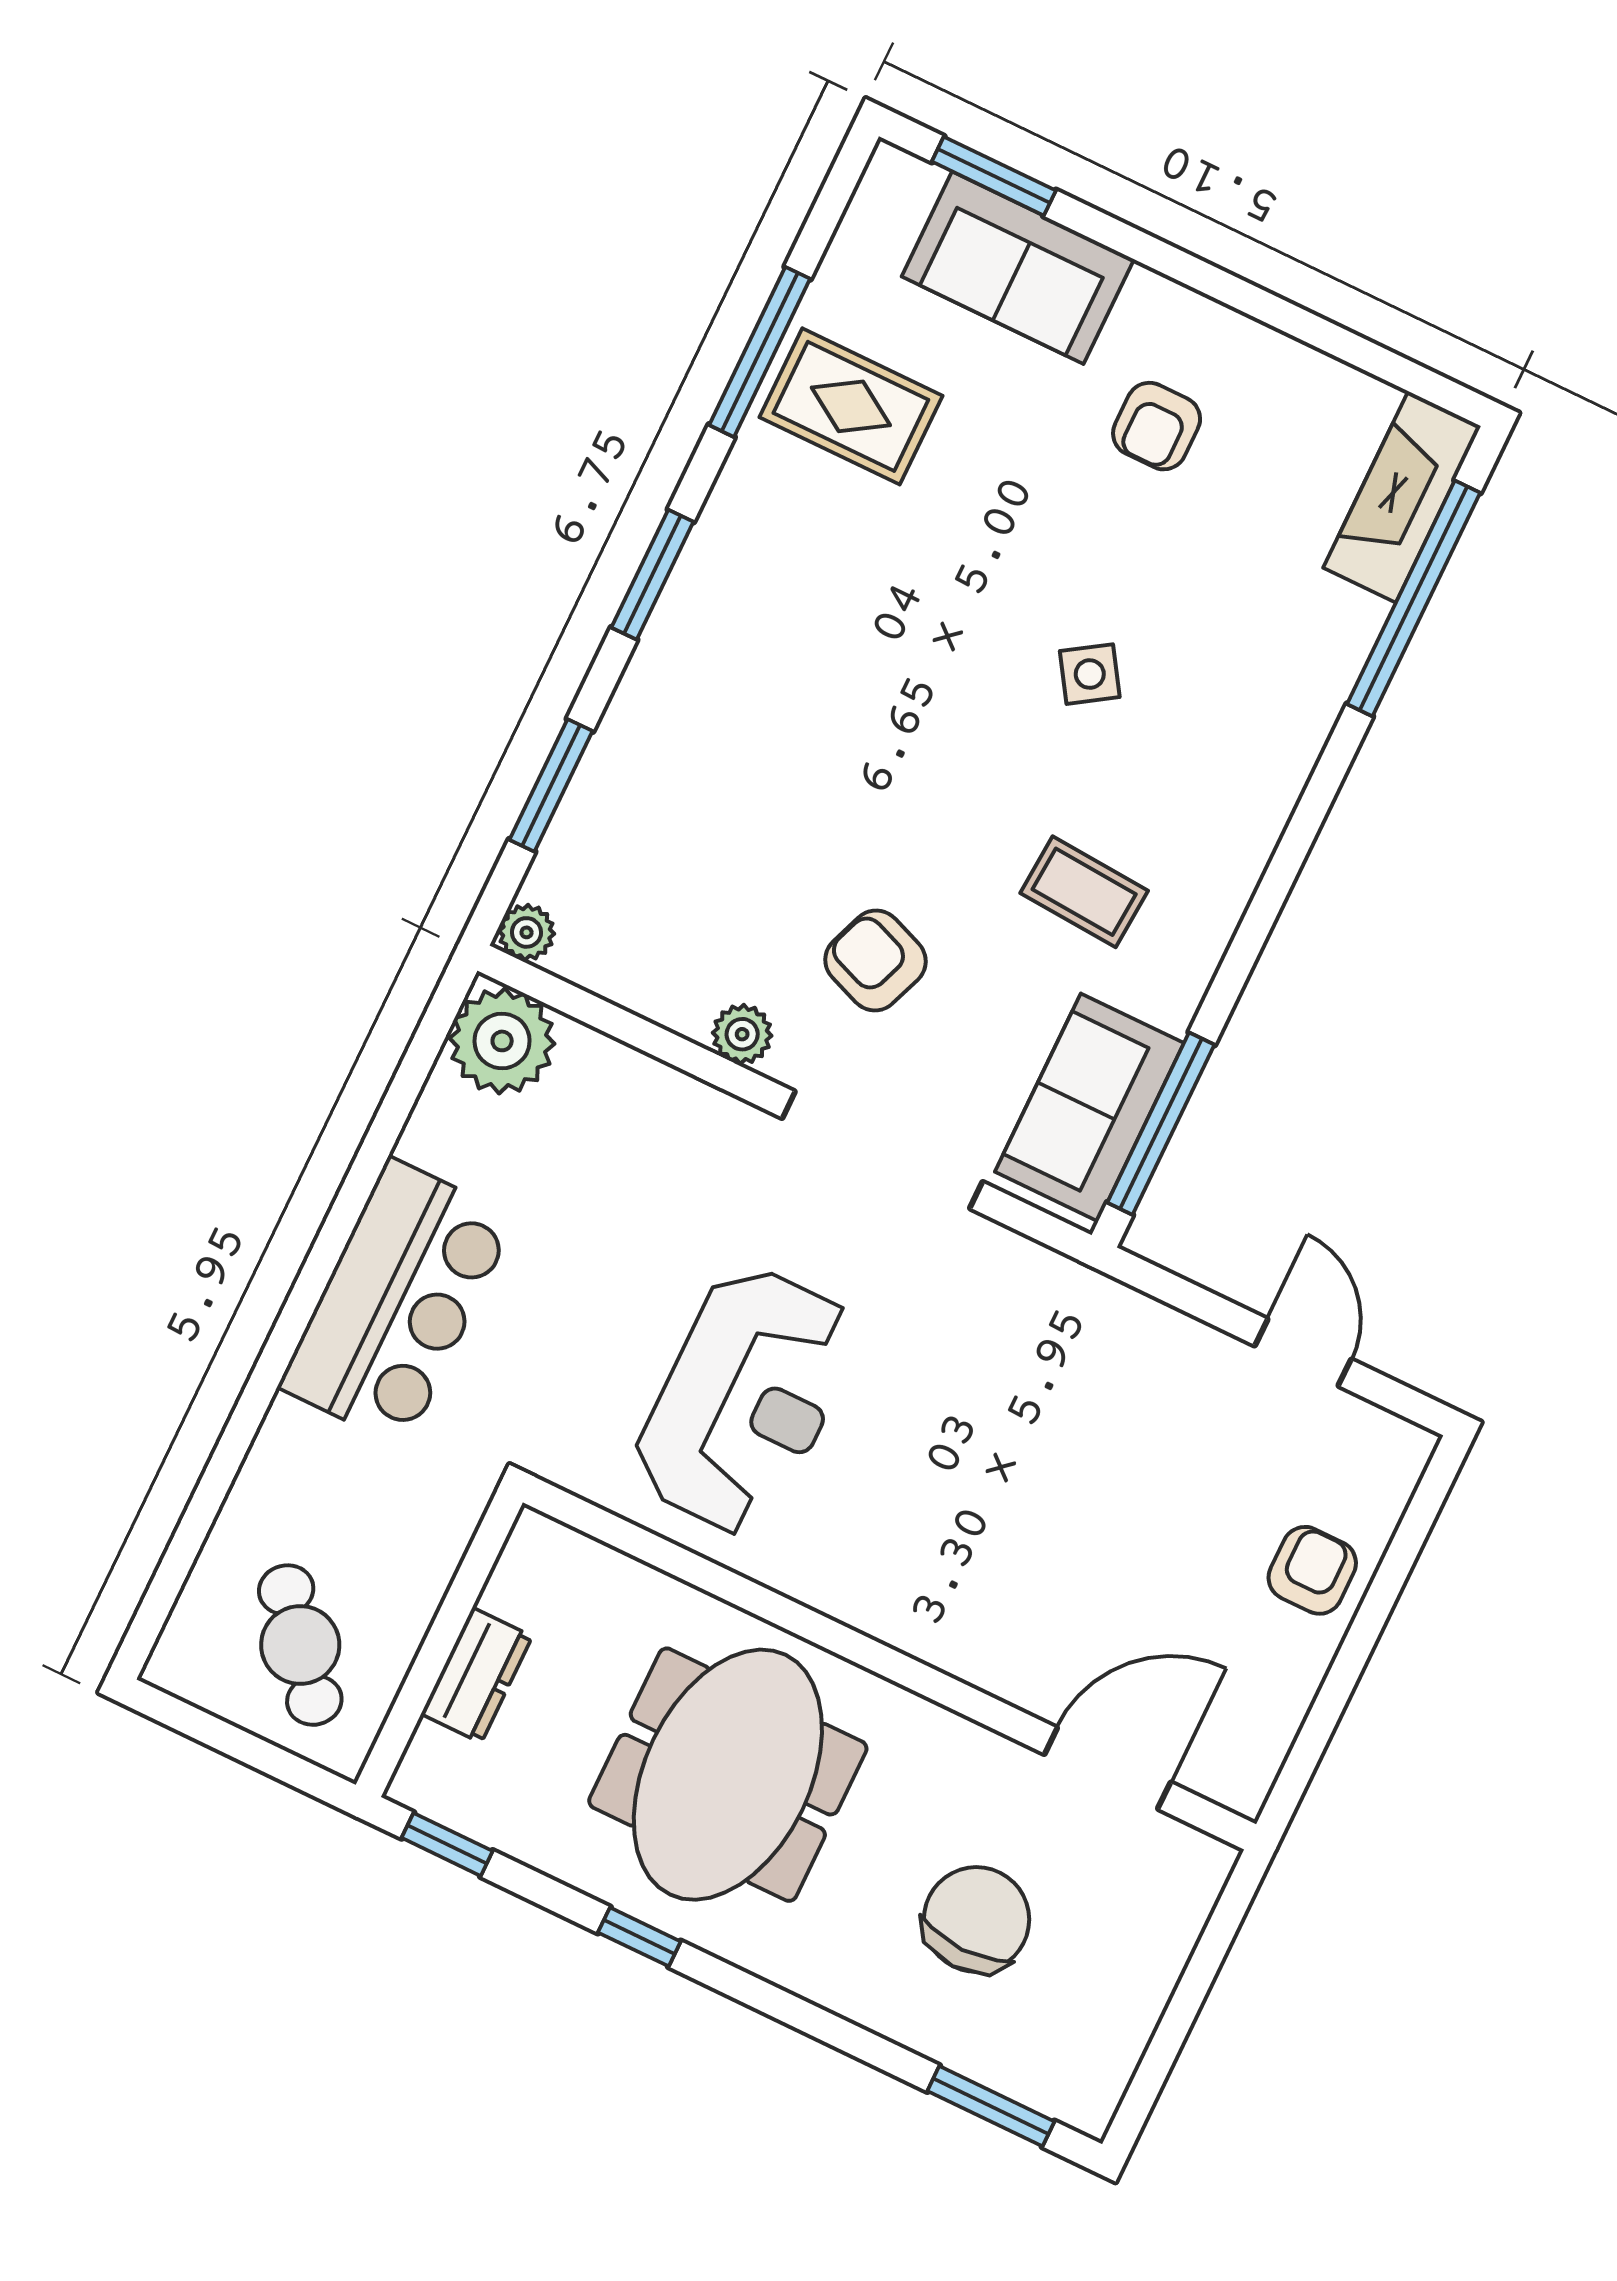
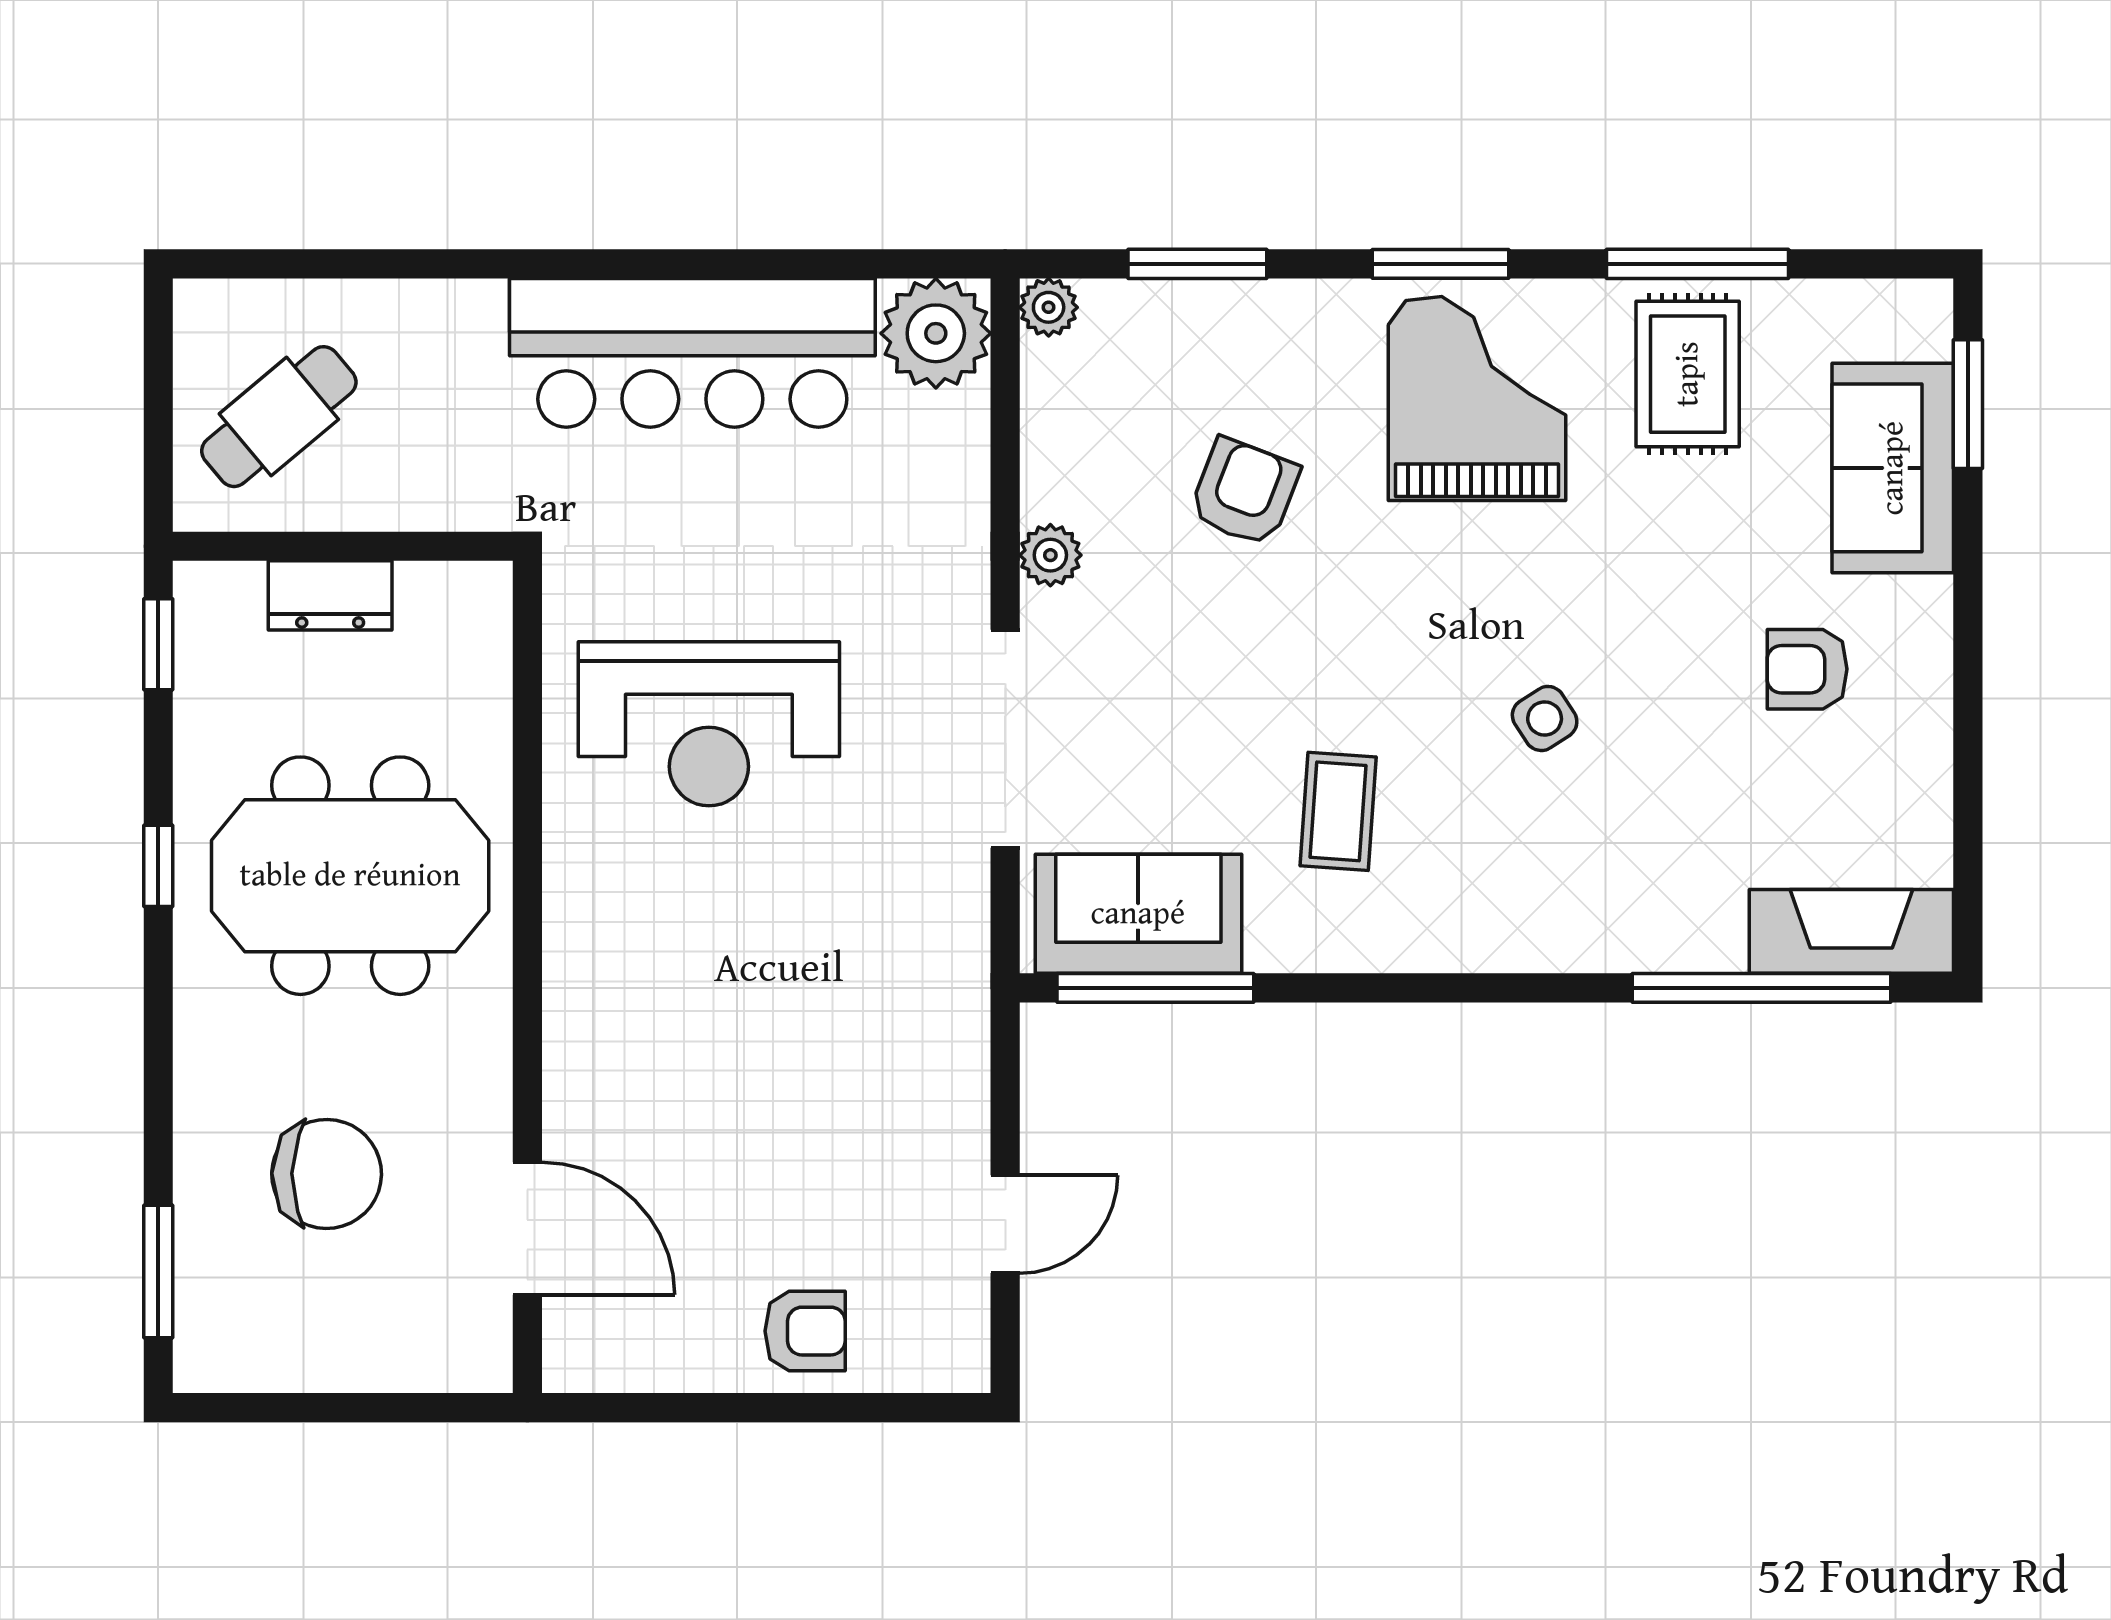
grand piano: (784, 599) -> (1477, 399), added
armchair: (876, 961) -> (1244, 492), moved
bar counter: (397, 1302) -> (692, 353), width x1.36

